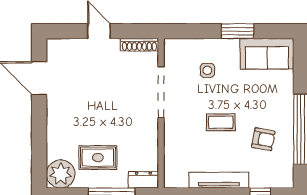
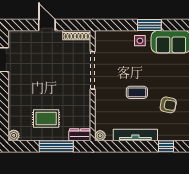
side table: (207, 70) -> (140, 41), moved
plant: (61, 174) -> (14, 135), width x0.53, depth x0.53
plant: (171, 181) -> (100, 136), added

